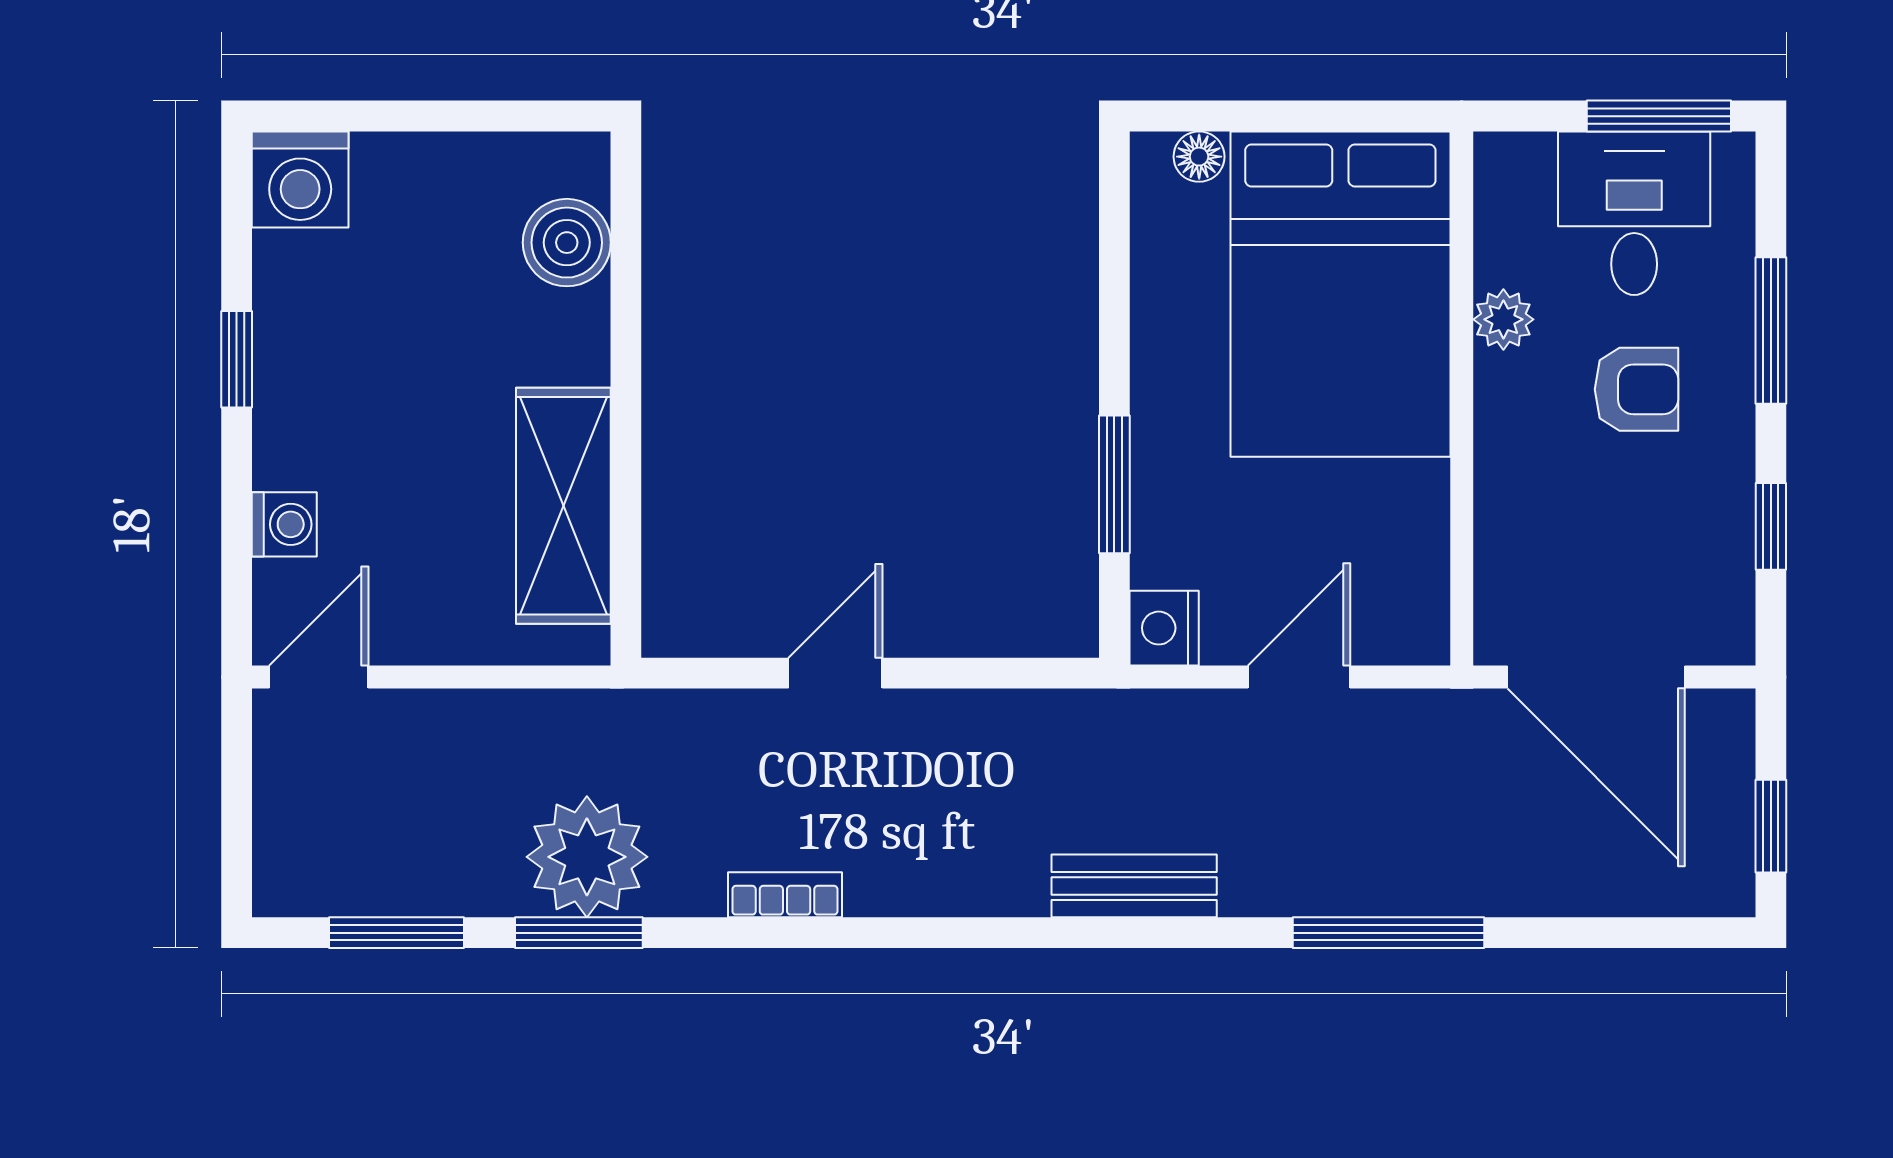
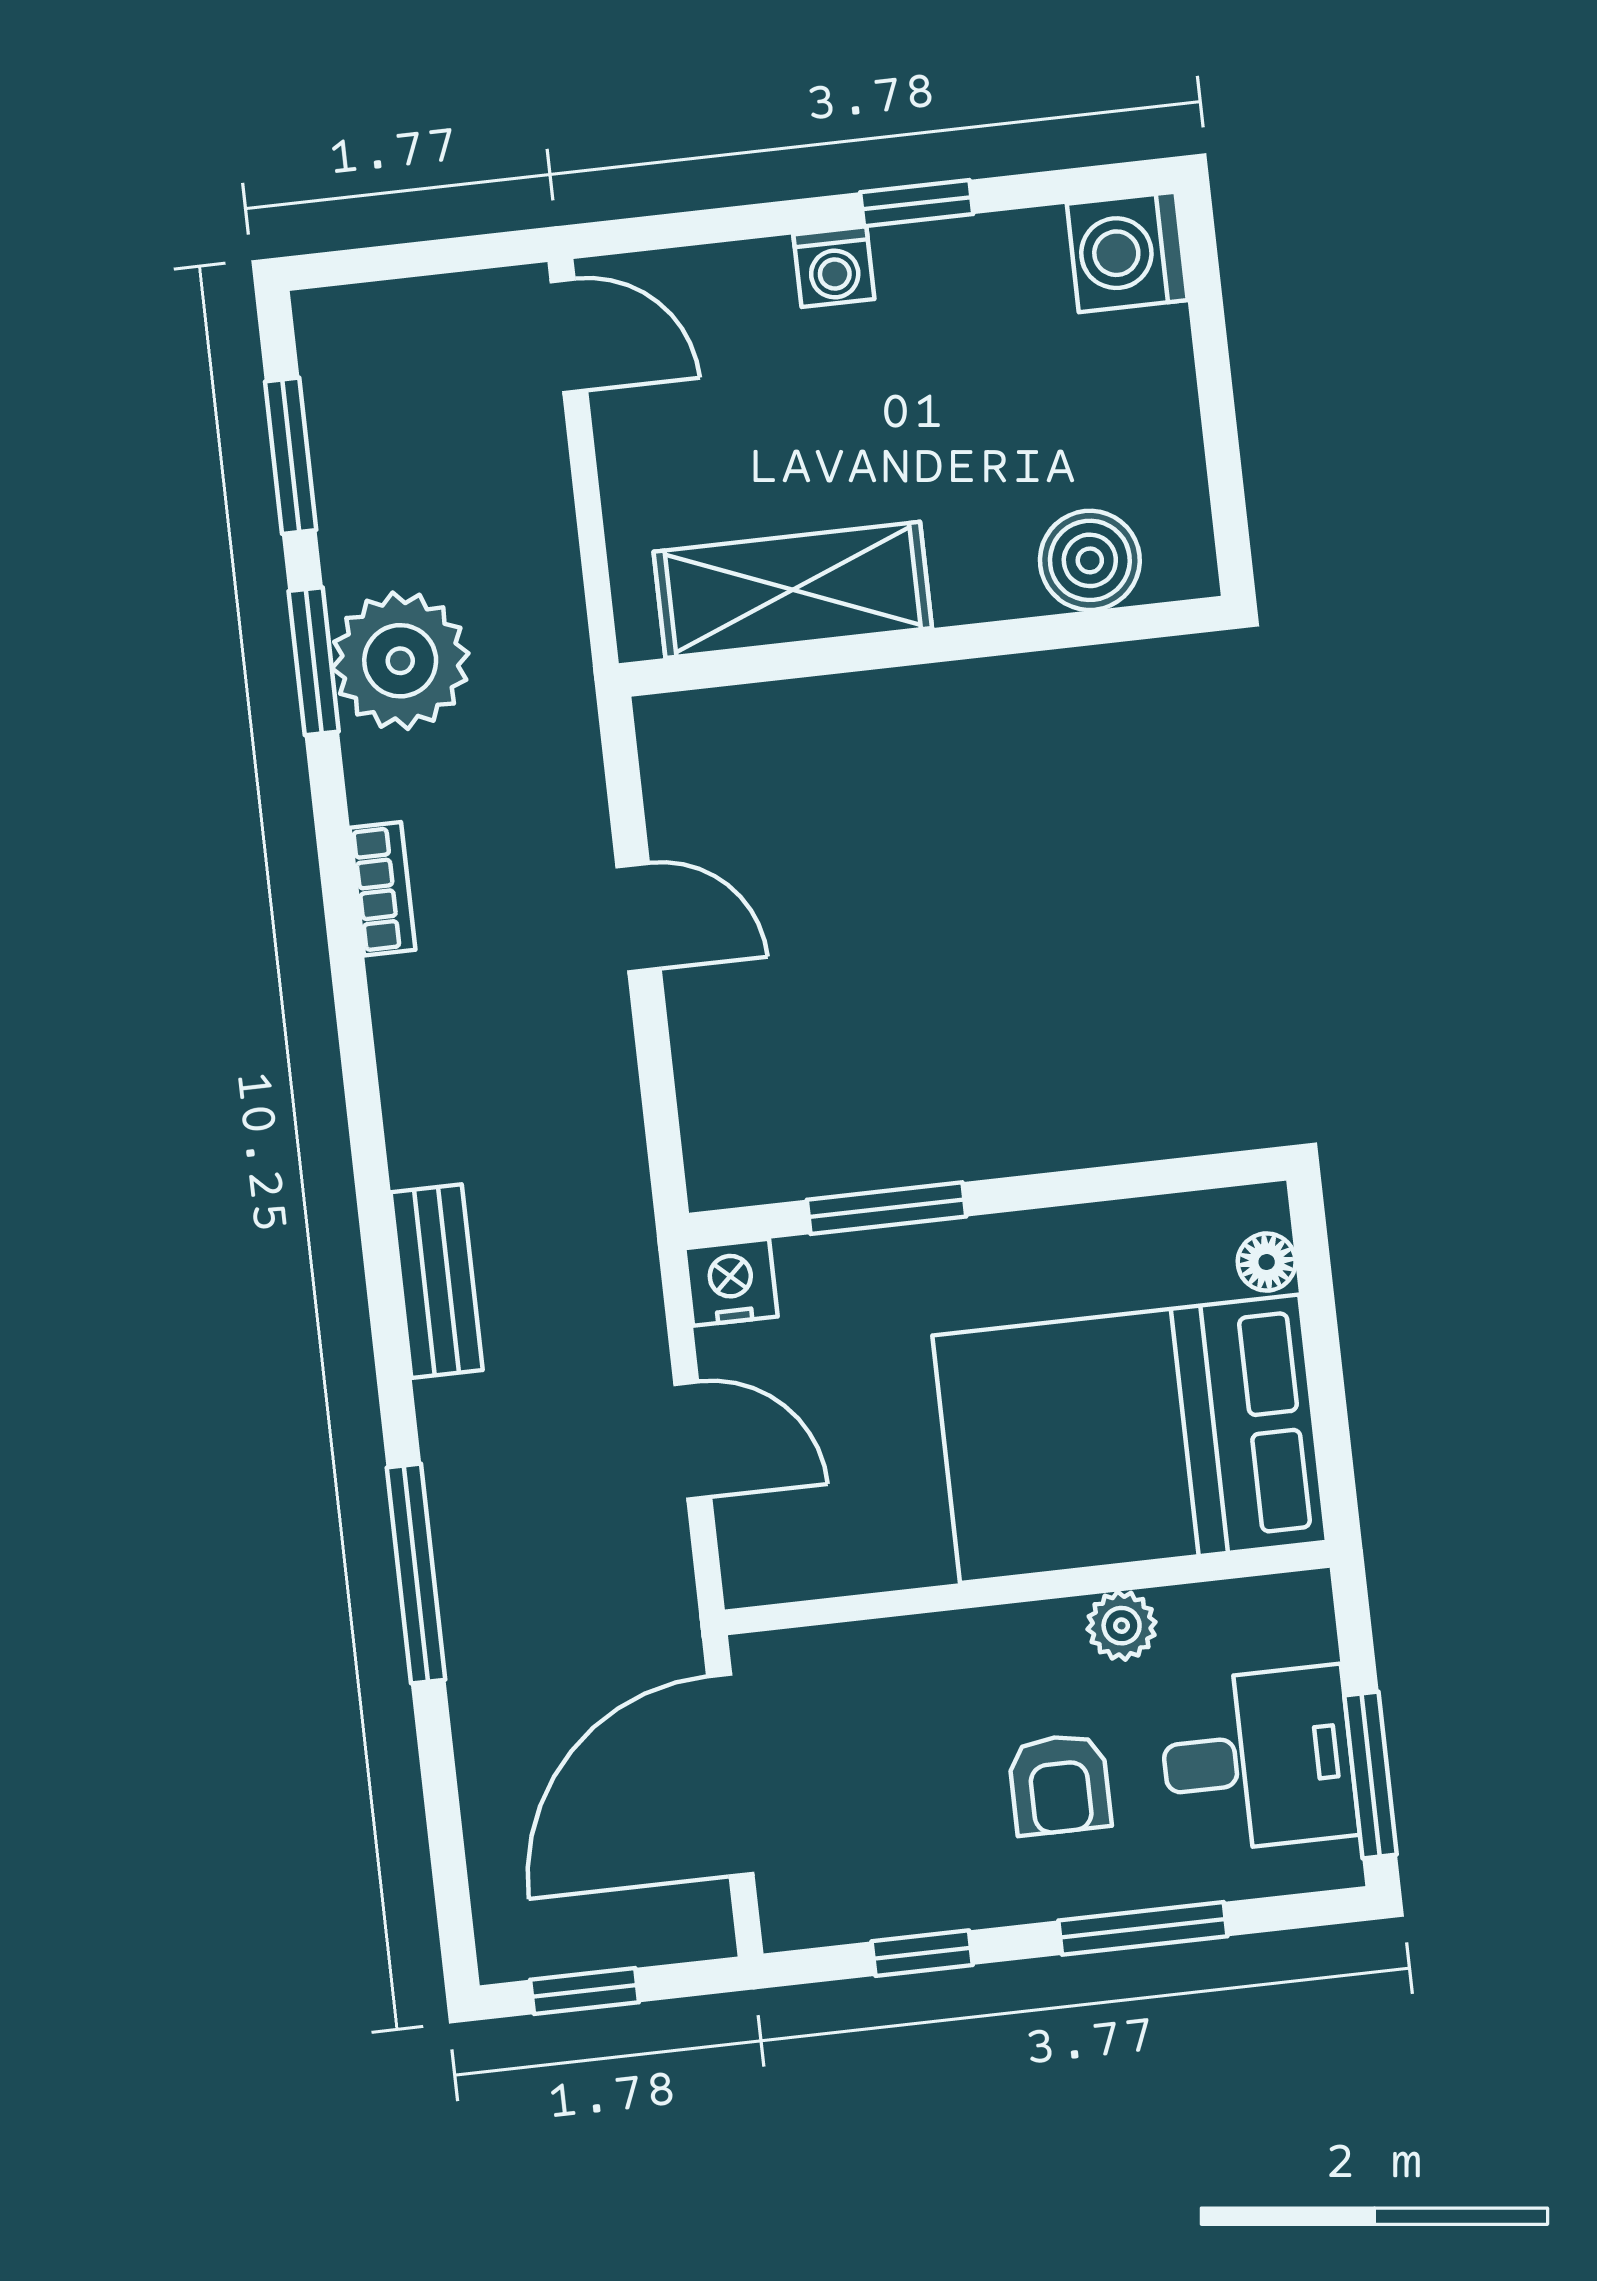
washing machine: (284, 524) -> (834, 267), moved

